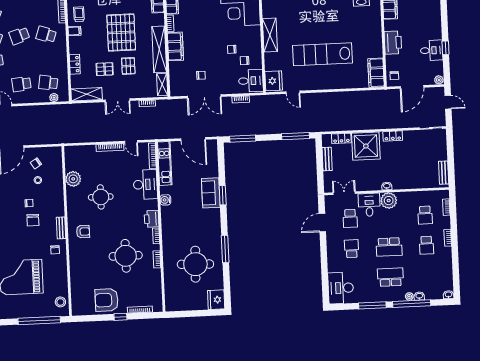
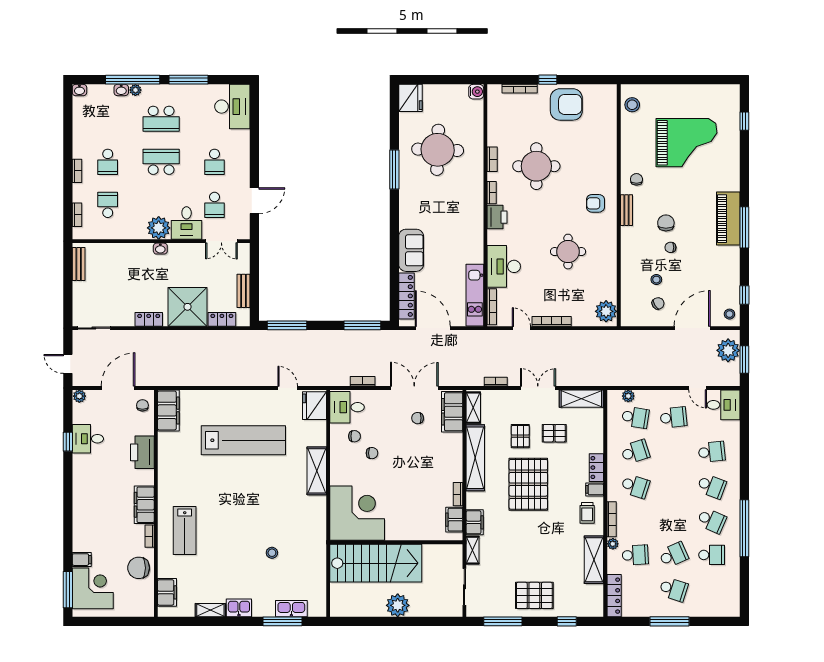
school desk: (19, 36) -> (635, 452), moved
filing cabinet: (175, 46) -> (452, 412), moved
locker: (75, 64) -> (596, 468), moved
locker: (213, 161) -> (407, 296), added
plant: (73, 179) -> (606, 311), moved
window: (223, 195) -> (394, 246), removed
water cooler: (165, 200) -> (476, 92), moved
school desk: (350, 218) -> (214, 205), turned 180
school desk: (426, 245) -> (108, 162), turned 180
window: (39, 321) -> (663, 80), removed

